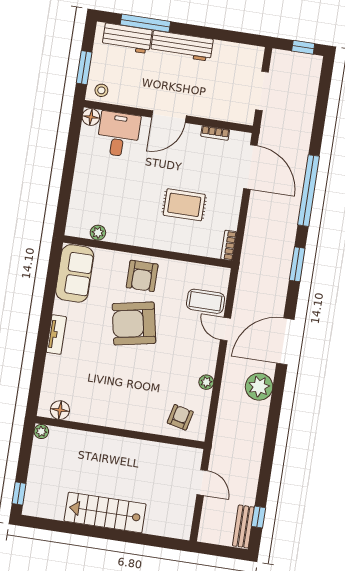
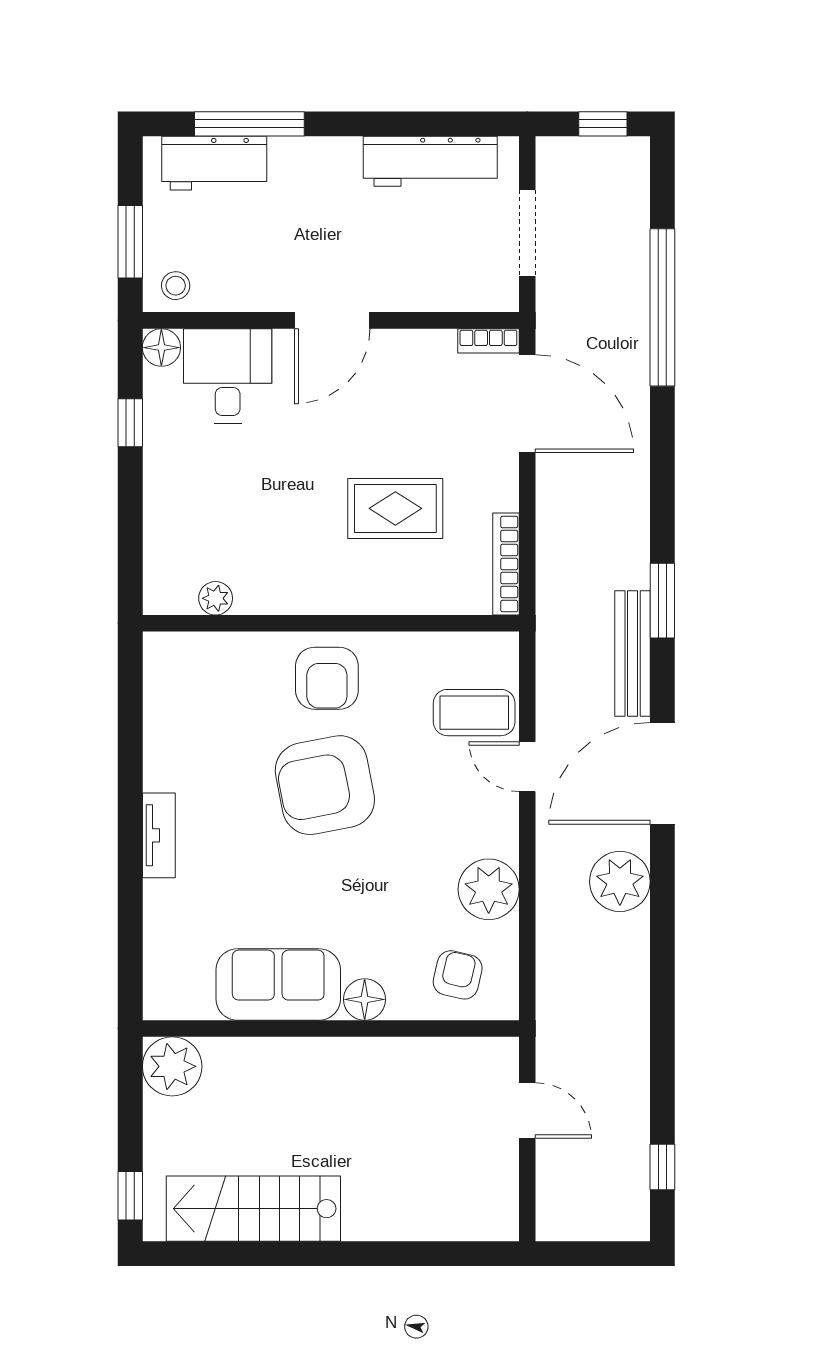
workbench: (182, 46) -> (430, 161), moved
bookcase: (215, 133) -> (488, 341), moved
window: (72, 148) -> (130, 423), added
window: (308, 191) -> (662, 307), moved
bookcase: (229, 245) -> (506, 564), width x1.56
sofa: (75, 273) -> (278, 984), moved, turned -90
plant: (206, 382) -> (489, 889), width x1.88, depth x1.88
floor lamp: (60, 410) -> (365, 999), moved
plant: (41, 431) -> (172, 1066), width x1.88, depth x1.88
stairs: (105, 513) -> (253, 1209), moved
bench: (243, 526) -> (633, 653), moved, width x1.36

